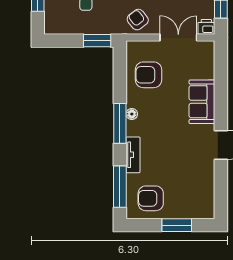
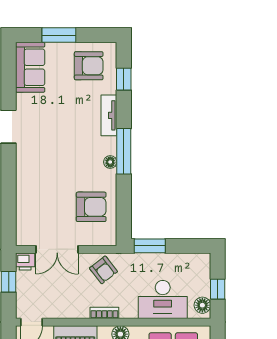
sofa: (202, 102) -> (30, 67), moved
window: (120, 187) -> (124, 79), width x0.46

